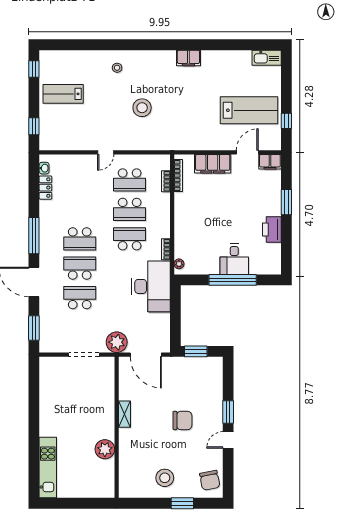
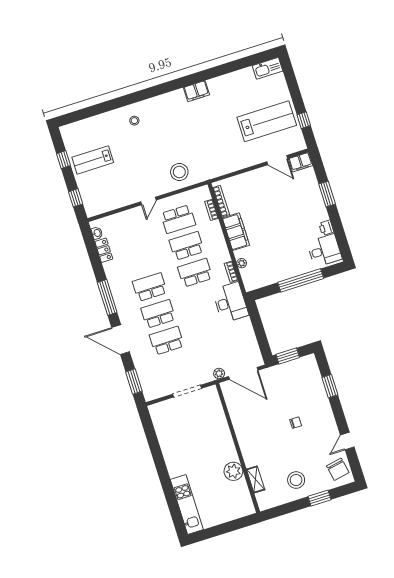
window: (34, 69) -> (63, 160), moved
stool: (142, 108) -> (179, 172), moved
door: (247, 152) -> (277, 160), swing flipped
filing cabinet: (213, 164) -> (236, 232), moved, turned -90
school desk: (130, 209) -> (187, 246), turned 180
printer: (272, 230) -> (326, 228), width x0.53, depth x0.68
school desk: (80, 239) -> (150, 287), turned 180
desk: (234, 259) -> (324, 251), moved, turned -90
plant: (179, 264) -> (242, 263), moved
desk: (151, 286) -> (230, 302), width x0.73, depth x0.77
plant: (117, 342) -> (219, 373), width x0.53, depth x0.53
window: (228, 412) -> (330, 386), moved
shelving: (124, 414) -> (256, 479), moved
chair: (182, 420) -> (296, 423), width x0.54, depth x0.54
door: (228, 440) -> (347, 441), moved

